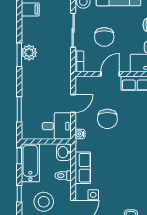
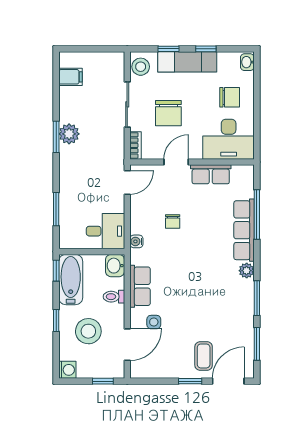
door: (73, 104) -> (127, 182), moved
chair: (107, 119) -> (173, 221), width x0.54, depth x0.54

